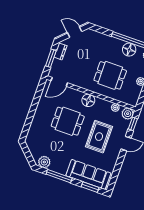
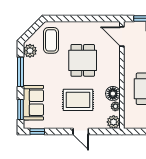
floor lamp: (88, 100) -> (113, 94), moved
window: (133, 124) -> (37, 131), moved
coffee table: (42, 142) -> (51, 40), added
sofa: (88, 174) -> (33, 103), width x0.73

